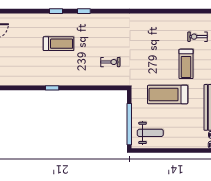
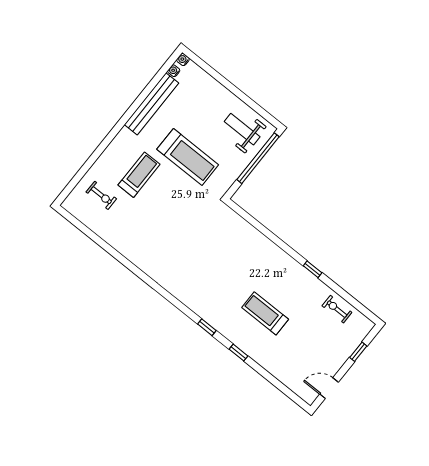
exercise bike: (110, 62) -> (337, 309), moved

